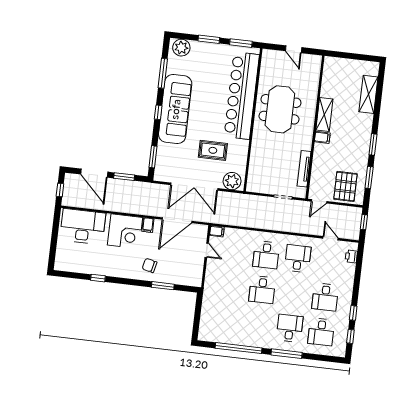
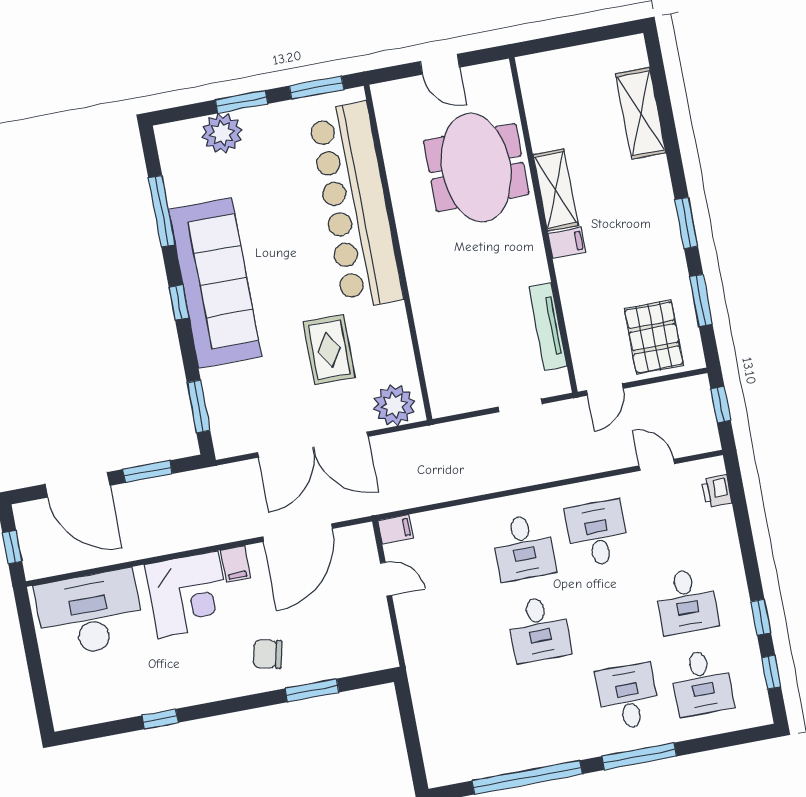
plant: (181, 48) -> (222, 133), moved
meeting table: (280, 109) -> (476, 167), moved
rug: (213, 150) -> (329, 350), turned 90

